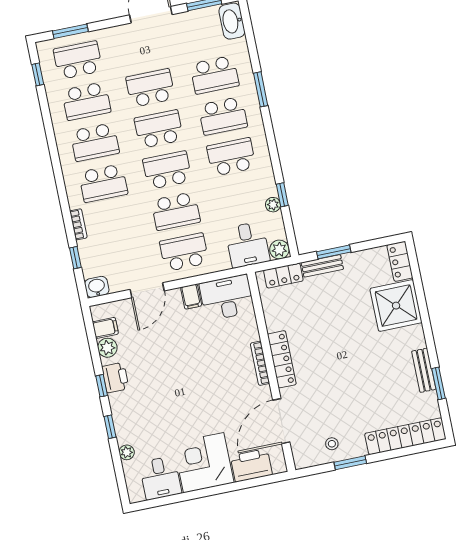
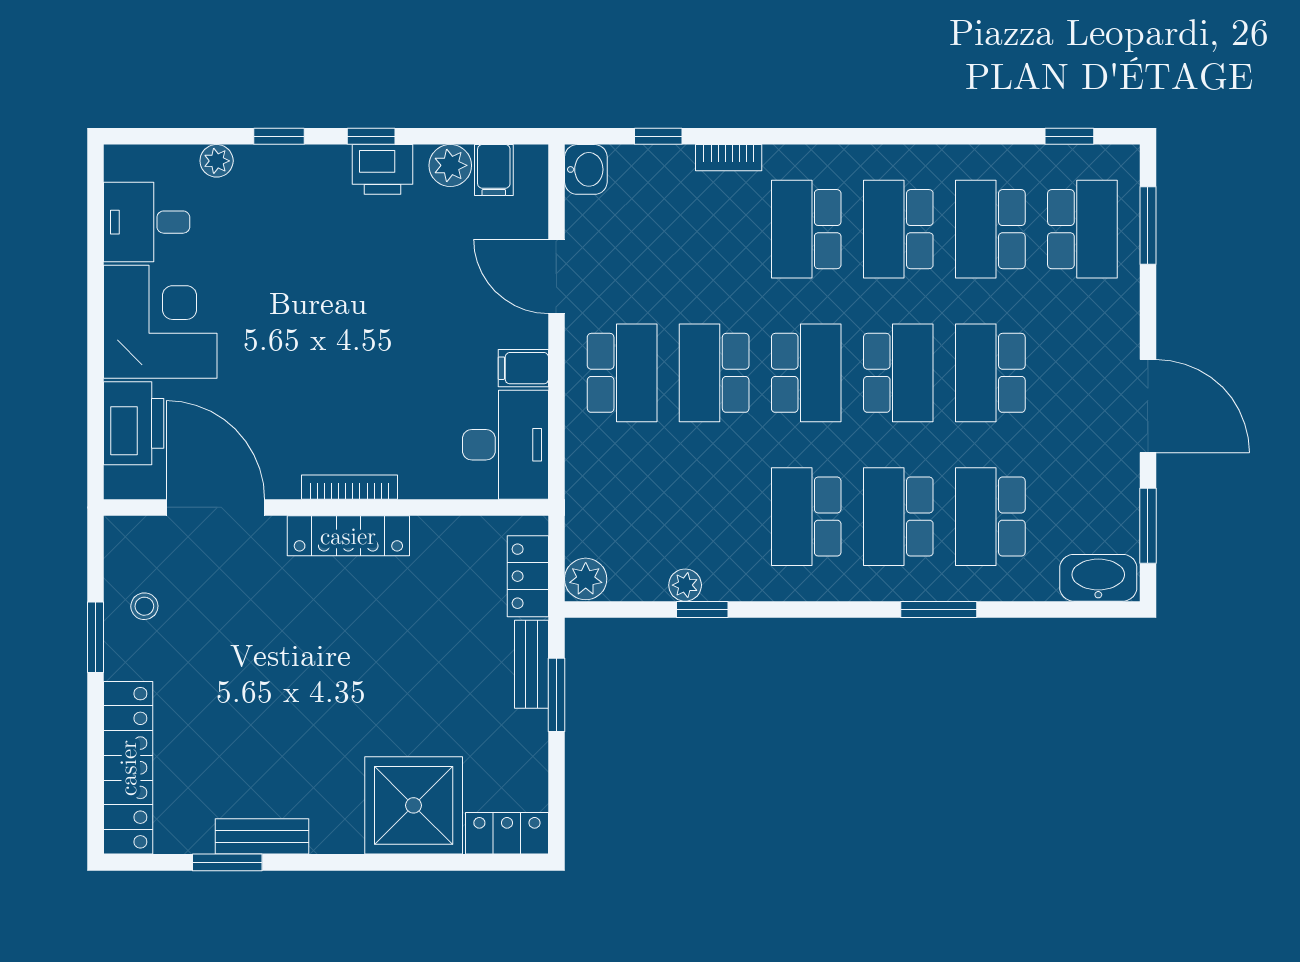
school desk: (150, 88) -> (990, 373), turned 180
school desk: (231, 157) -> (806, 517), turned 180
desk: (247, 245) -> (610, 512), removed

